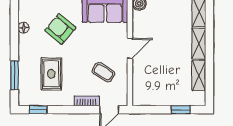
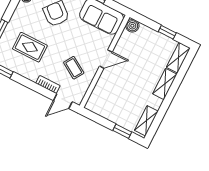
rug: (51, 74) -> (30, 47), turned 90
shelving: (199, 75) -> (146, 121), moved

